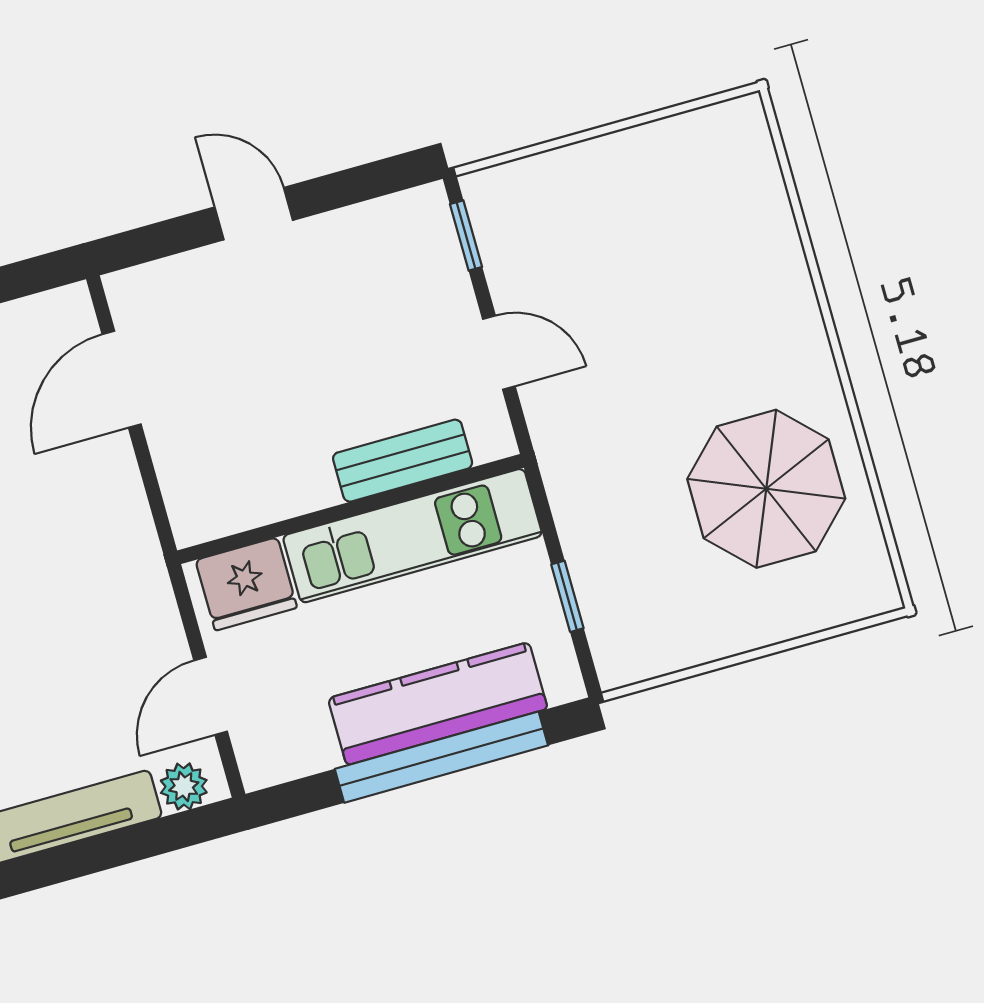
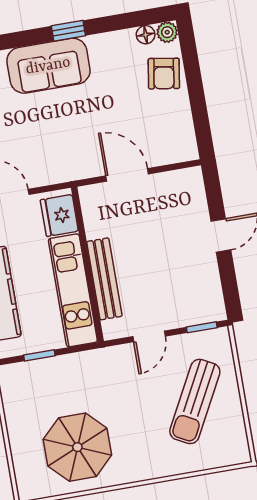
sun lounger: (635, 234) -> (195, 401), added
door: (122, 379) -> (127, 175), moved
bench: (403, 461) -> (104, 279), width x1.36

